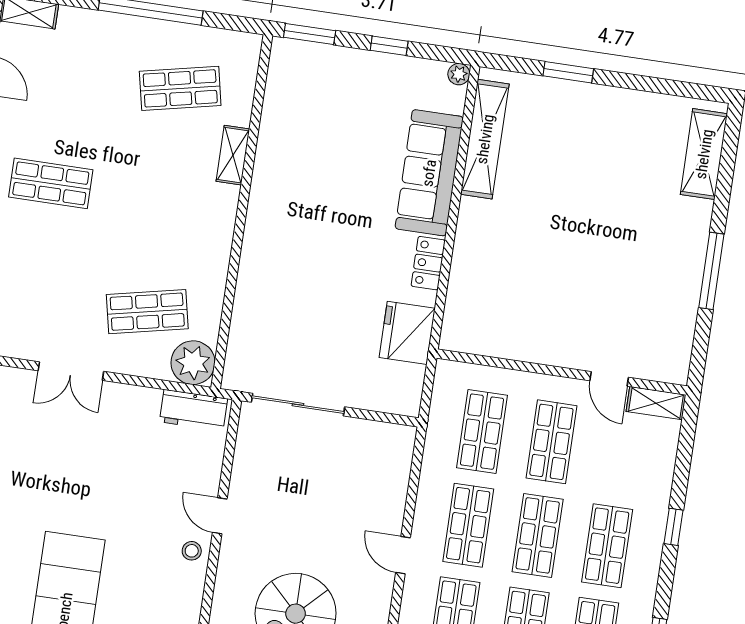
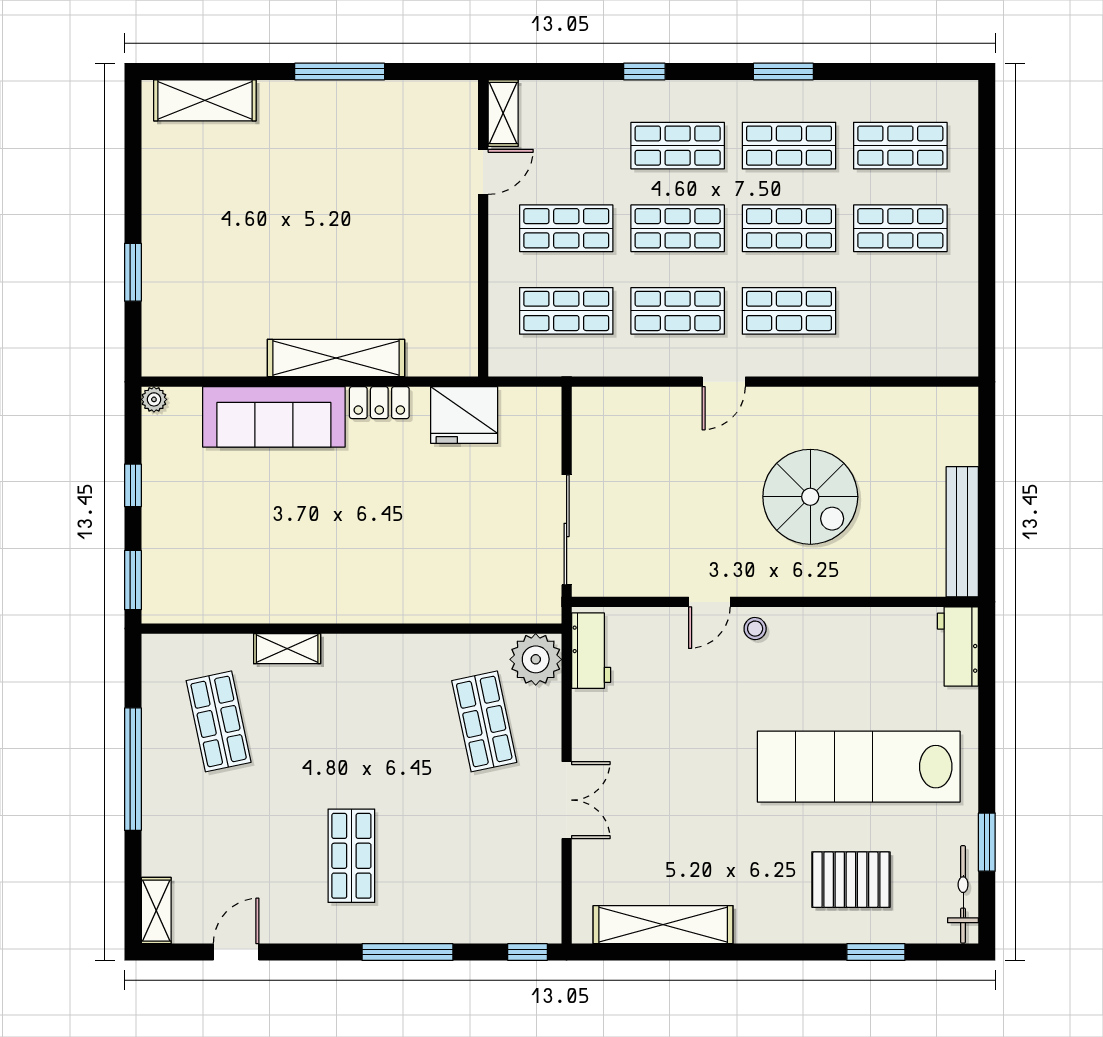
shelving: (485, 139) -> (336, 358), moved

